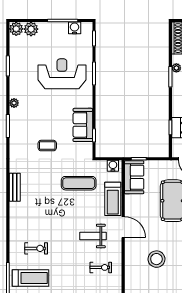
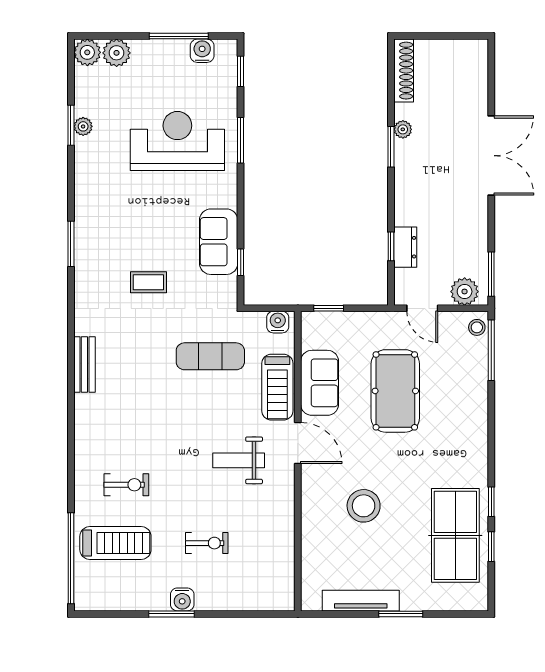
plant: (14, 103) -> (83, 126), moved
sofa: (134, 177) -> (320, 383), moved
exercise bike: (101, 267) -> (207, 543), moved

